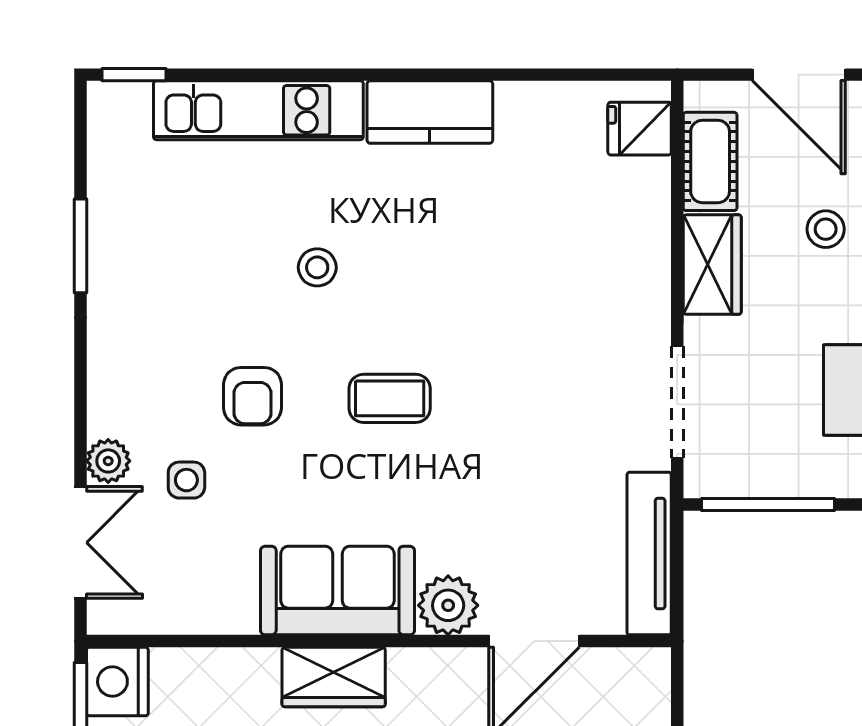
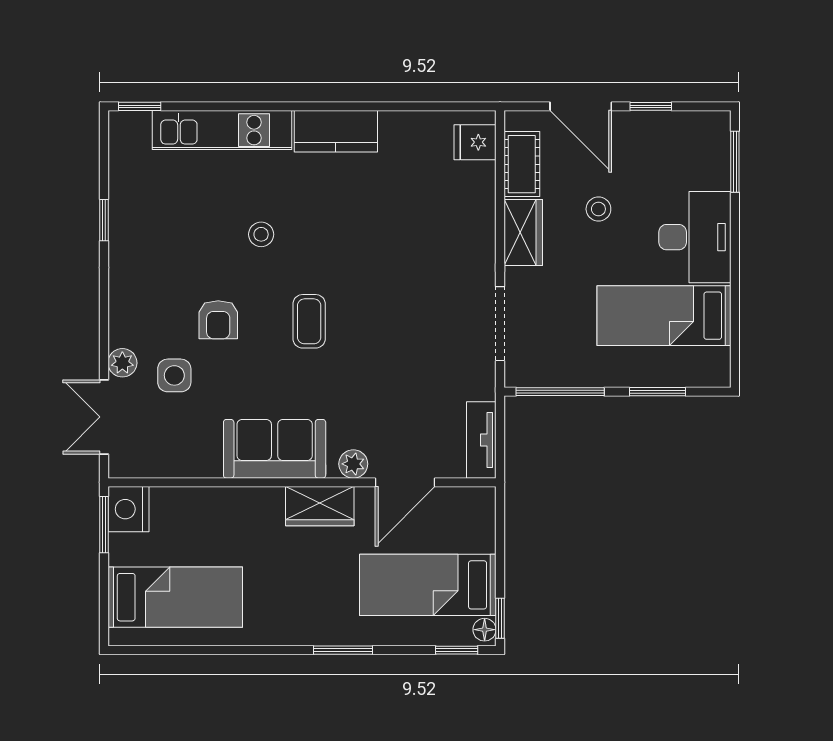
window: (80, 246) -> (104, 220), width x0.67
coffee table: (390, 398) -> (309, 321), turned 90
side table: (186, 480) -> (174, 375), width x1.37, depth x1.37
double door: (80, 543) -> (104, 417), swing flipped
tv unit: (649, 554) -> (481, 440), width x0.71
plant: (448, 605) -> (353, 464), width x0.73, depth x0.73
wardrobe: (334, 677) -> (320, 506), moved

